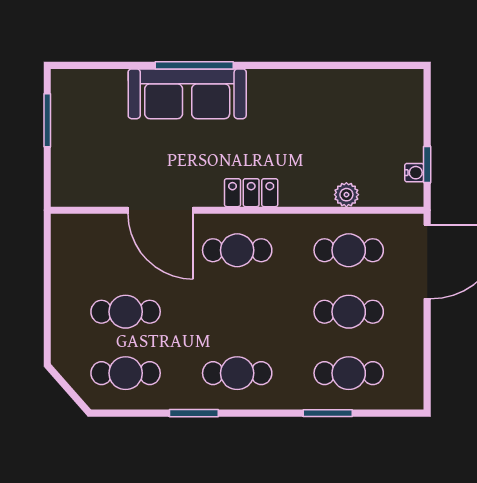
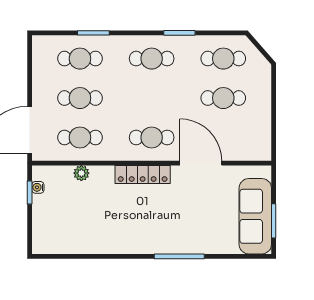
sofa: (187, 94) -> (255, 216), moved, turned -90
locker: (251, 193) -> (143, 174), width x1.53

